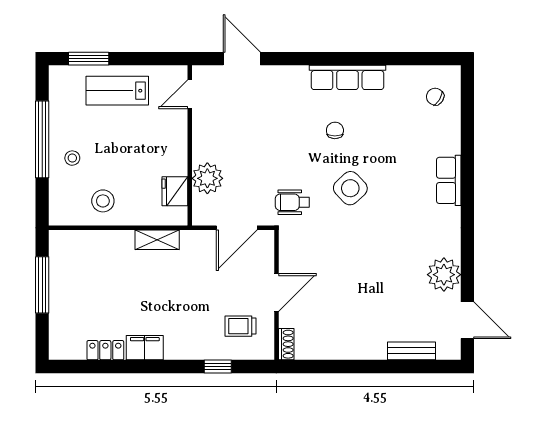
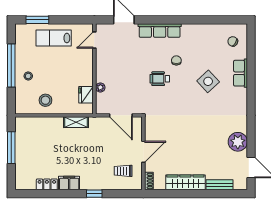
row of seats: (347, 77) -> (160, 31), moved
plant: (207, 178) -> (100, 87), width x0.53, depth x0.53
row of seats: (449, 180) -> (240, 73), moved
side table: (350, 188) -> (208, 81), moved
wheelchair: (292, 202) -> (160, 79), moved
door: (237, 228) -> (121, 115), hinge flipped
wardrobe: (351, 347) -> (185, 182), added
window: (218, 367) -> (94, 194), moved

